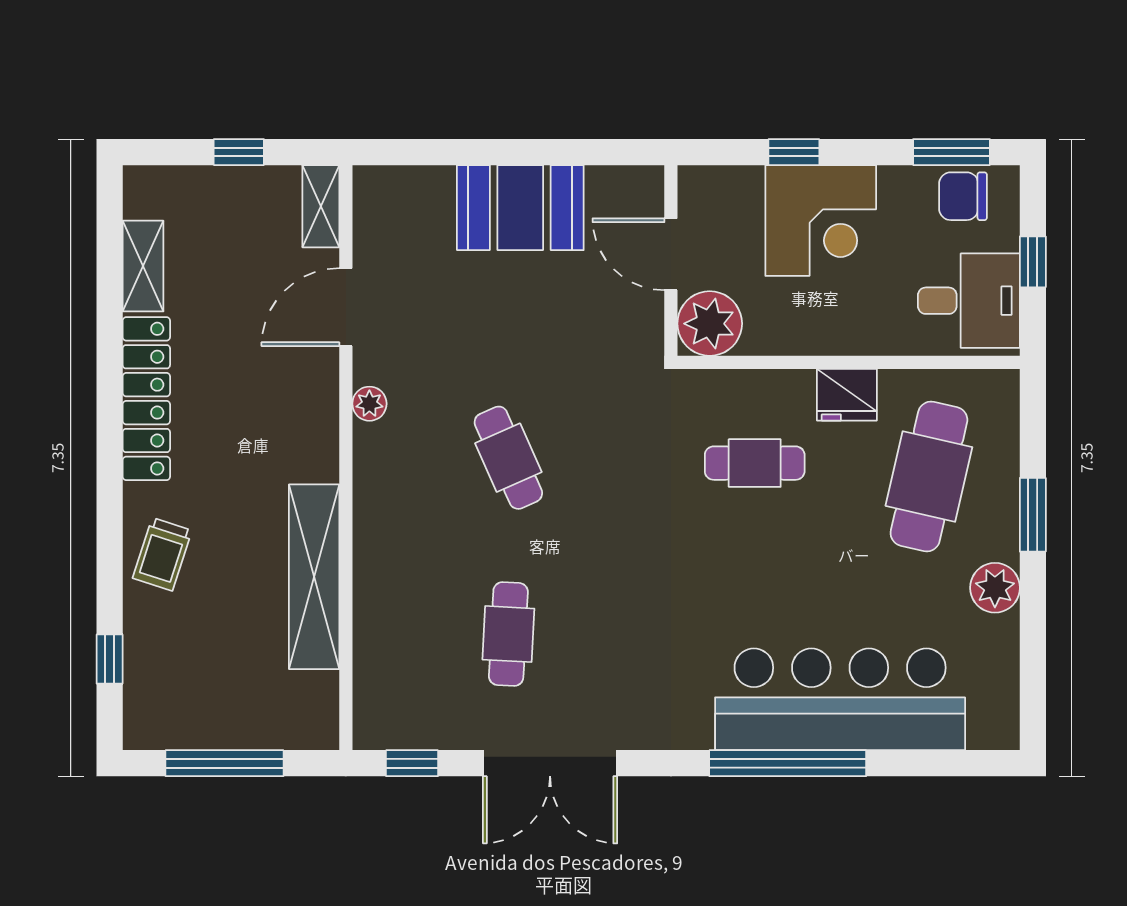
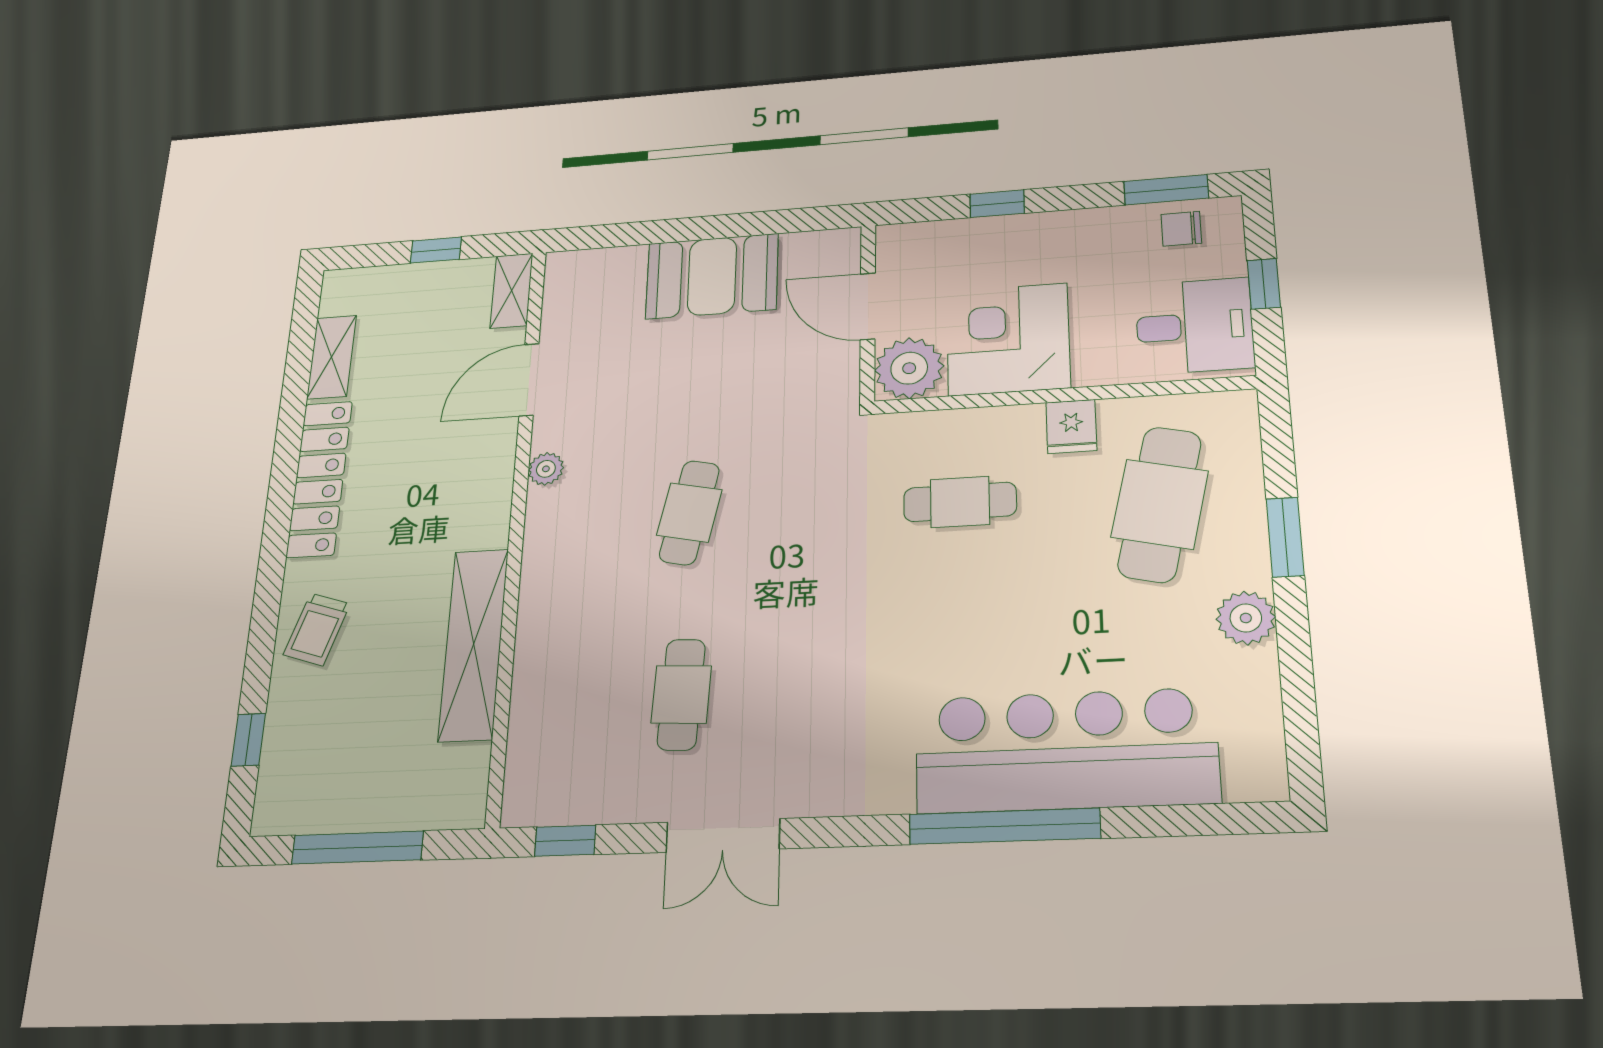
chair: (963, 196) -> (1181, 229), width x0.73, depth x0.73
corner desk: (821, 220) -> (1008, 339), moved, turned 180
fridge: (847, 395) -> (1071, 426), width x0.72
cafe table: (508, 458) -> (689, 513), turned 36
double door: (550, 763) -> (723, 836), width x0.73

